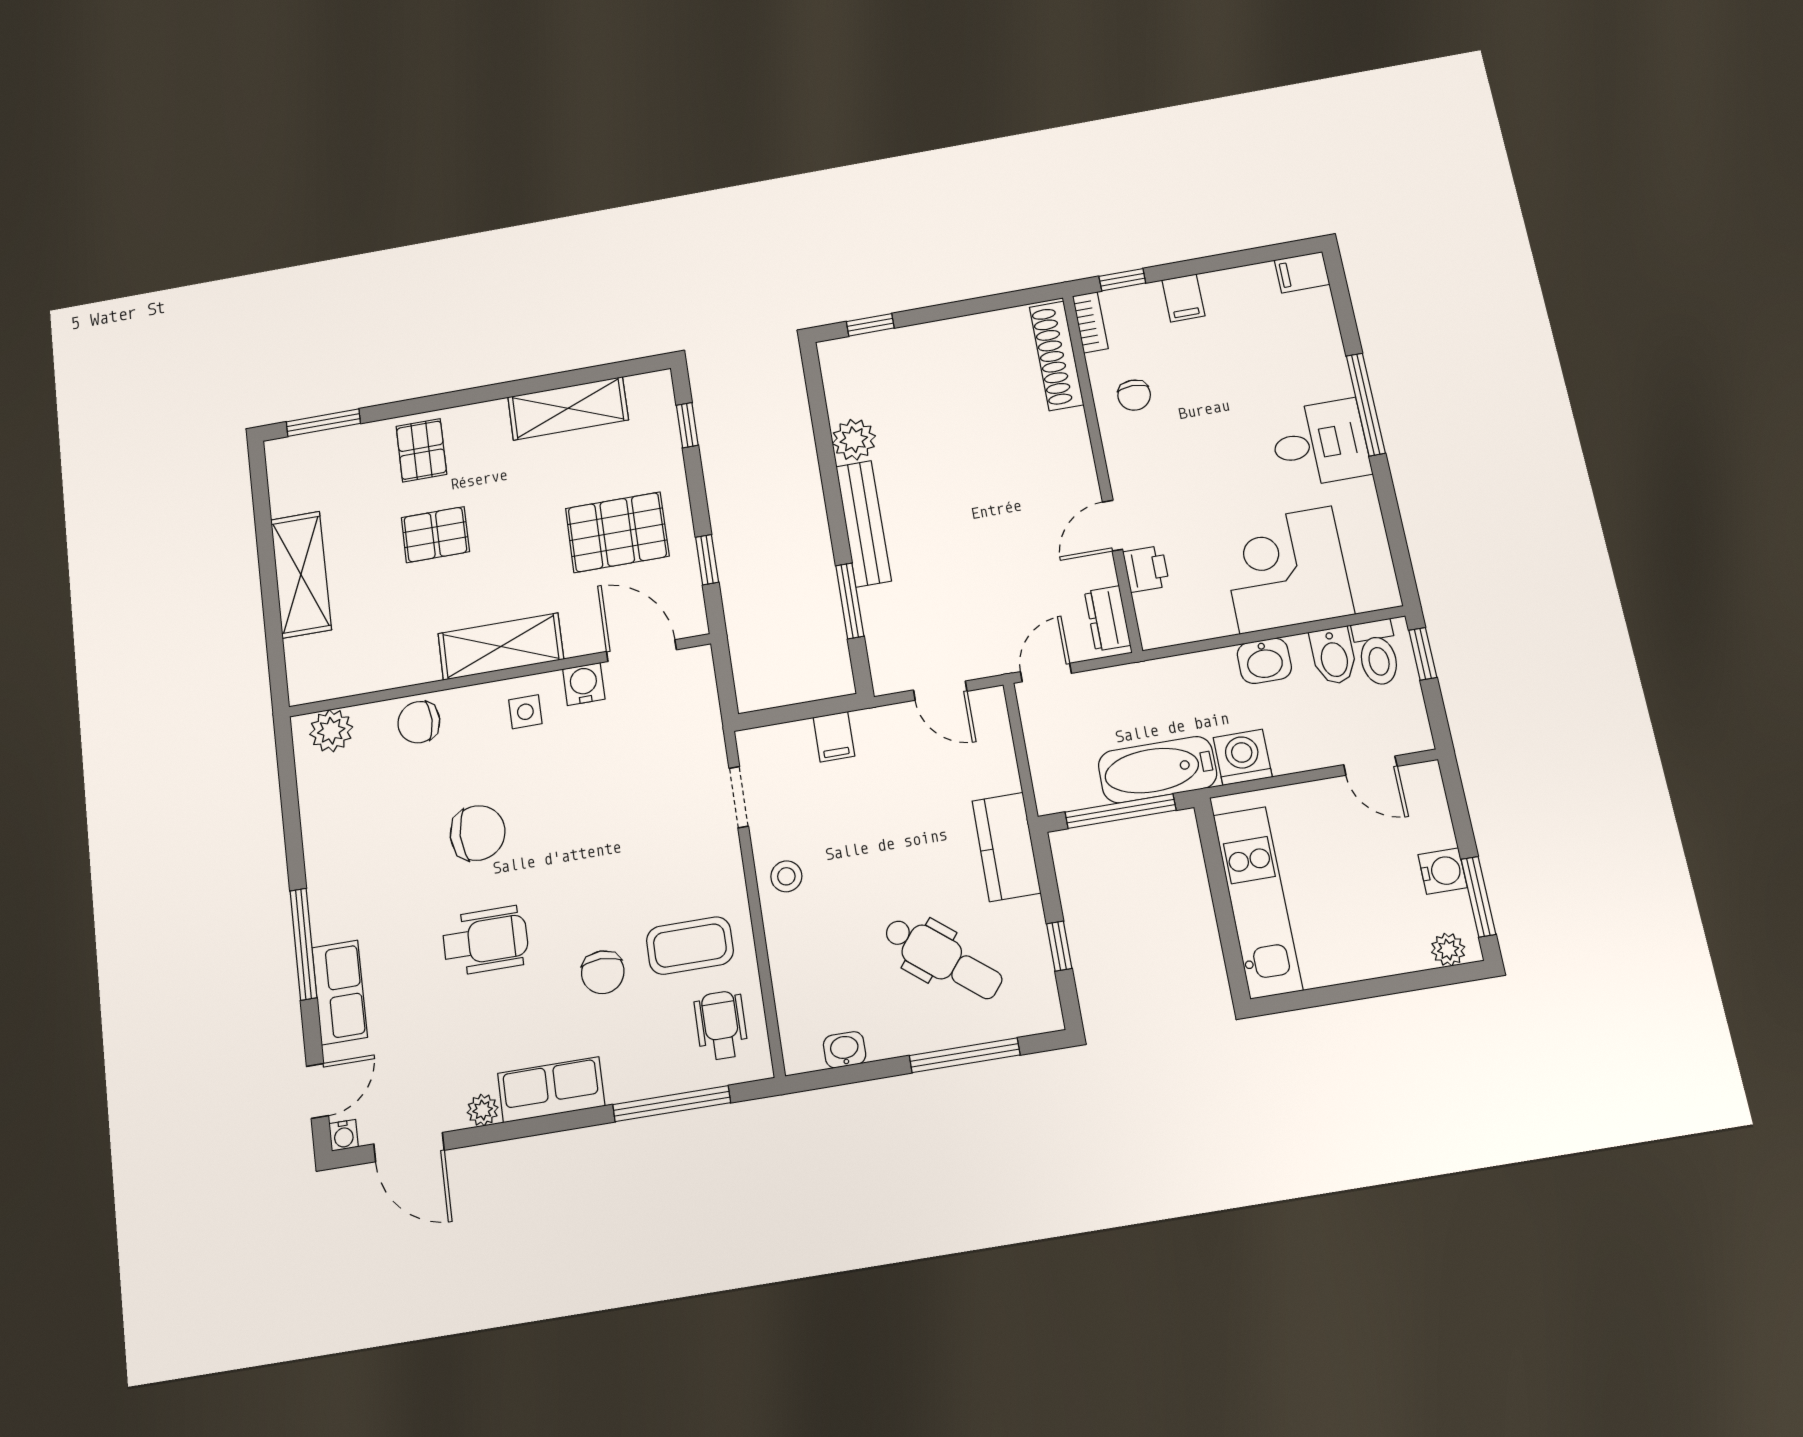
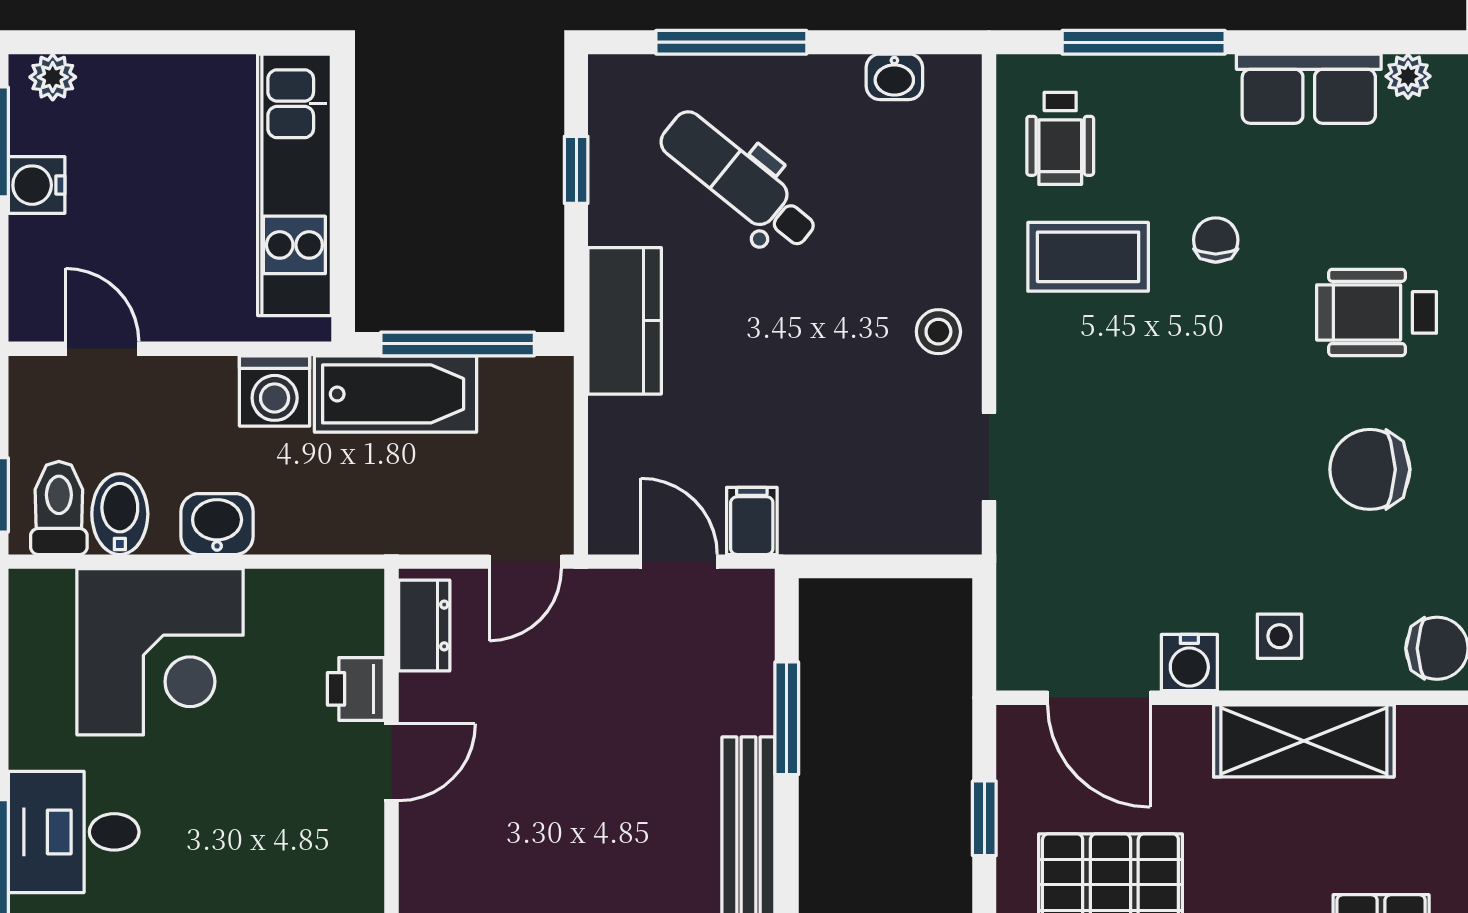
filing cabinet: (834, 737) -> (752, 521), moved
chair: (603, 972) -> (1216, 240), width x0.73, depth x0.73

